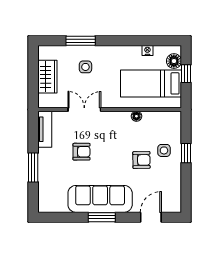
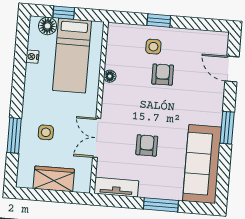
sofa: (100, 199) -> (202, 164), moved

